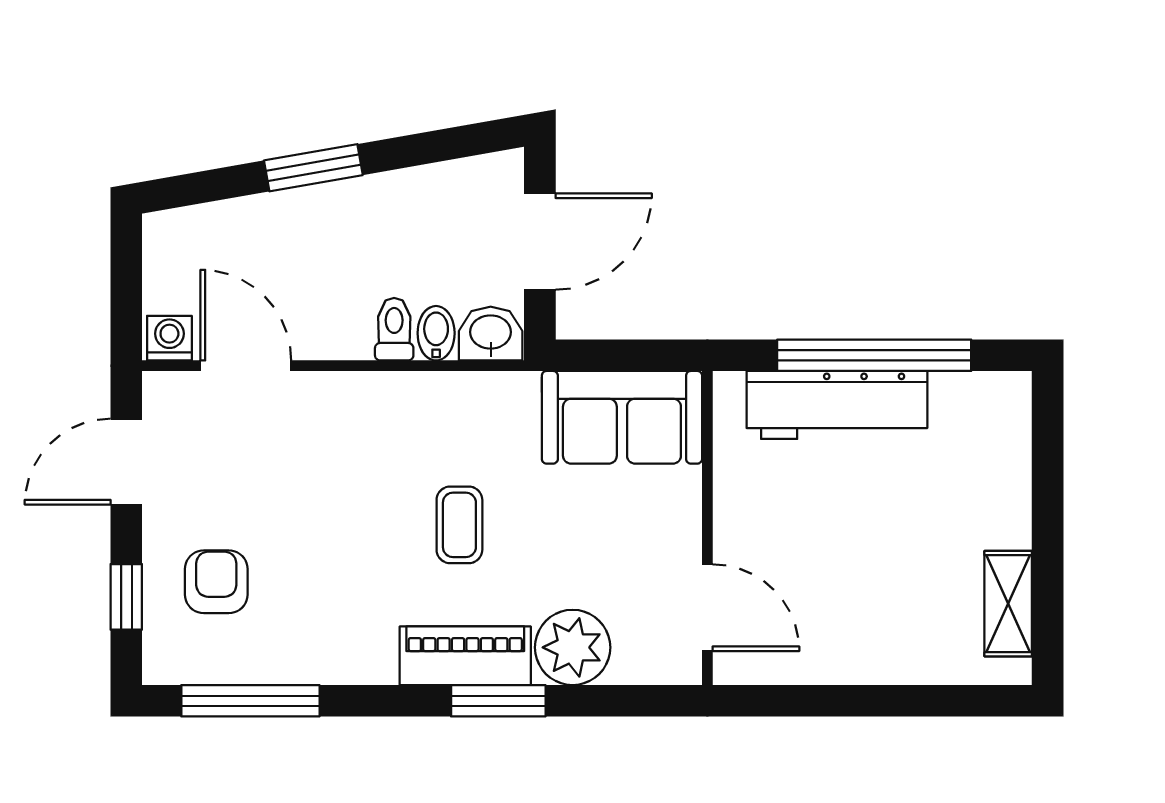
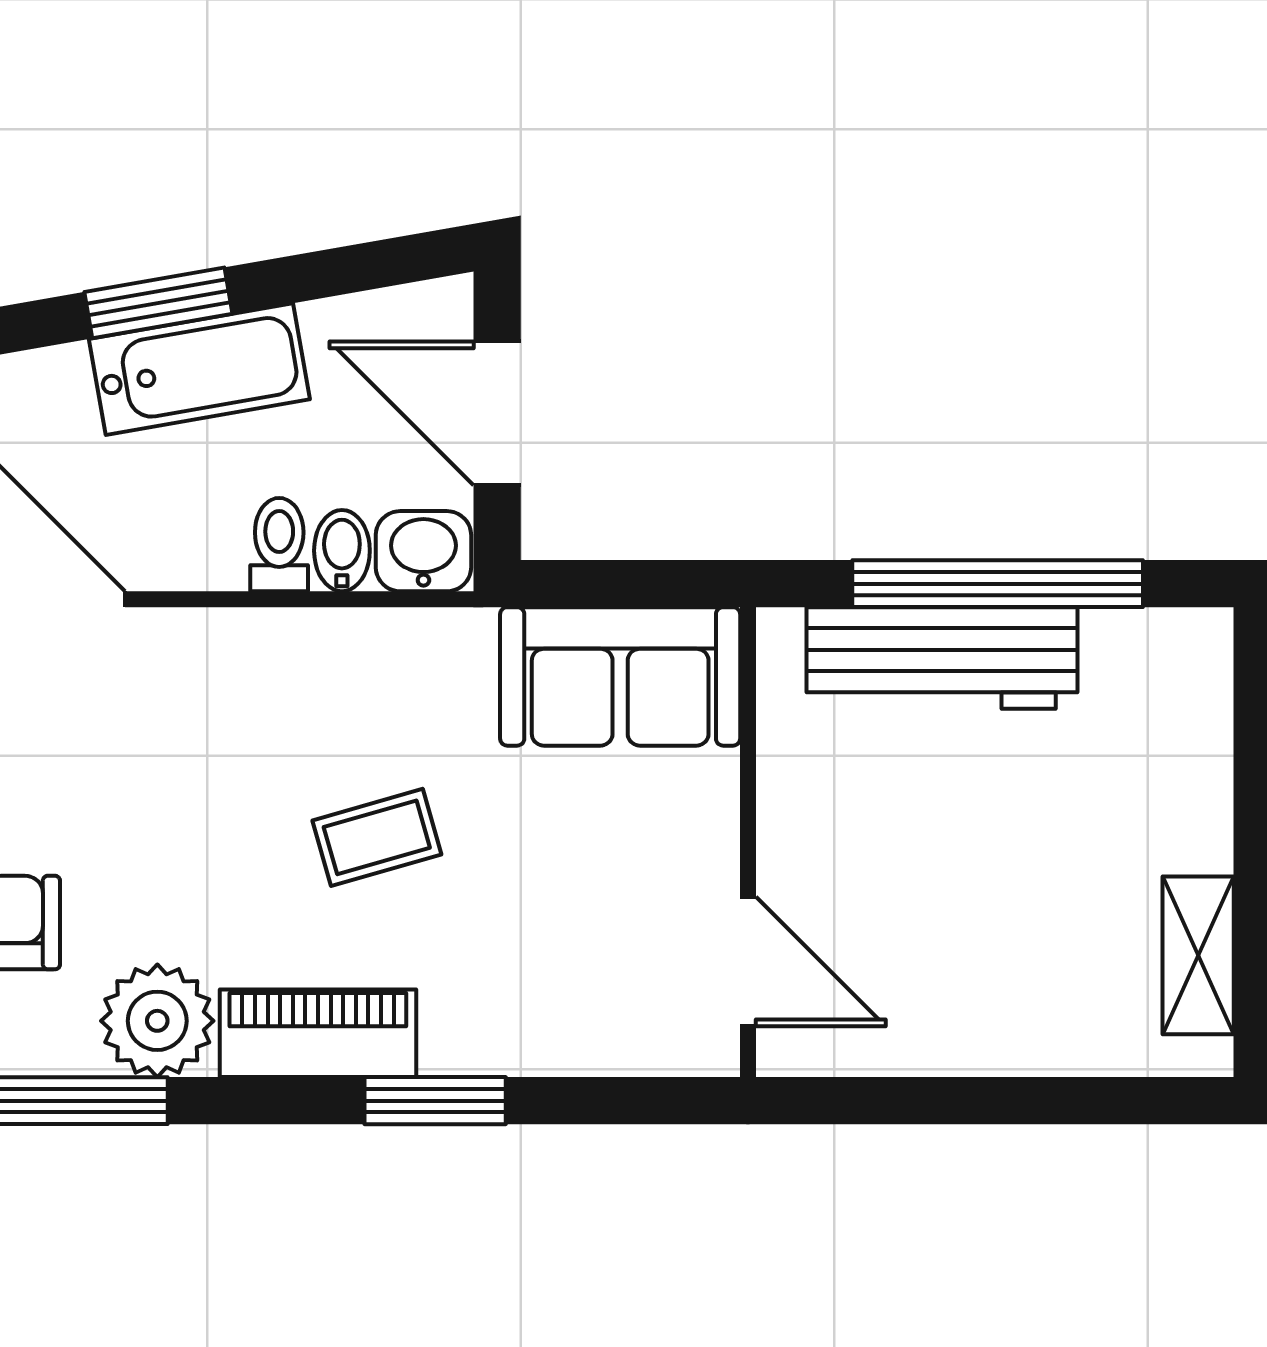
bathtub: (341, 212) -> (199, 369), added
door: (540, 242) -> (497, 413), swing flipped
coffee table: (459, 525) -> (377, 837), turned 74
plant: (573, 647) -> (157, 1021), moved
piano: (465, 656) -> (318, 1033), moved

